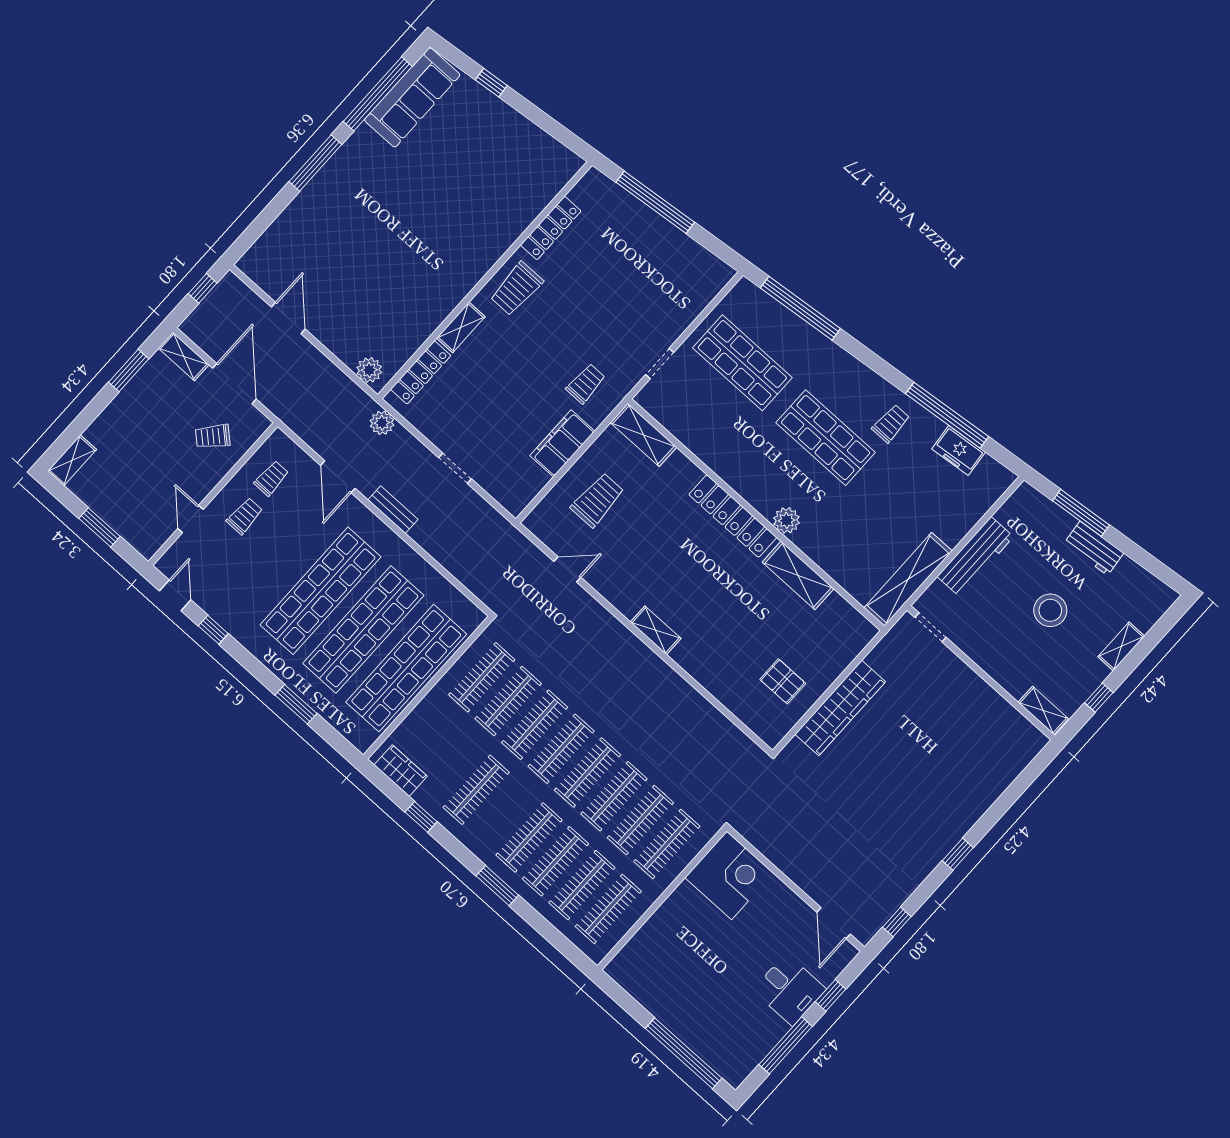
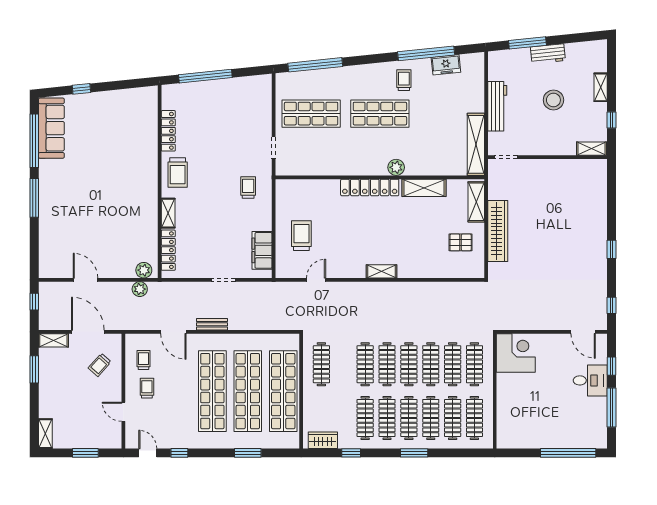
plant: (382, 423) -> (140, 289), moved
shelving: (644, 435) -> (476, 202), moved, turned 90
filing cabinet: (562, 443) -> (262, 250), moved
clothes rail: (508, 701) -> (387, 418), moved

